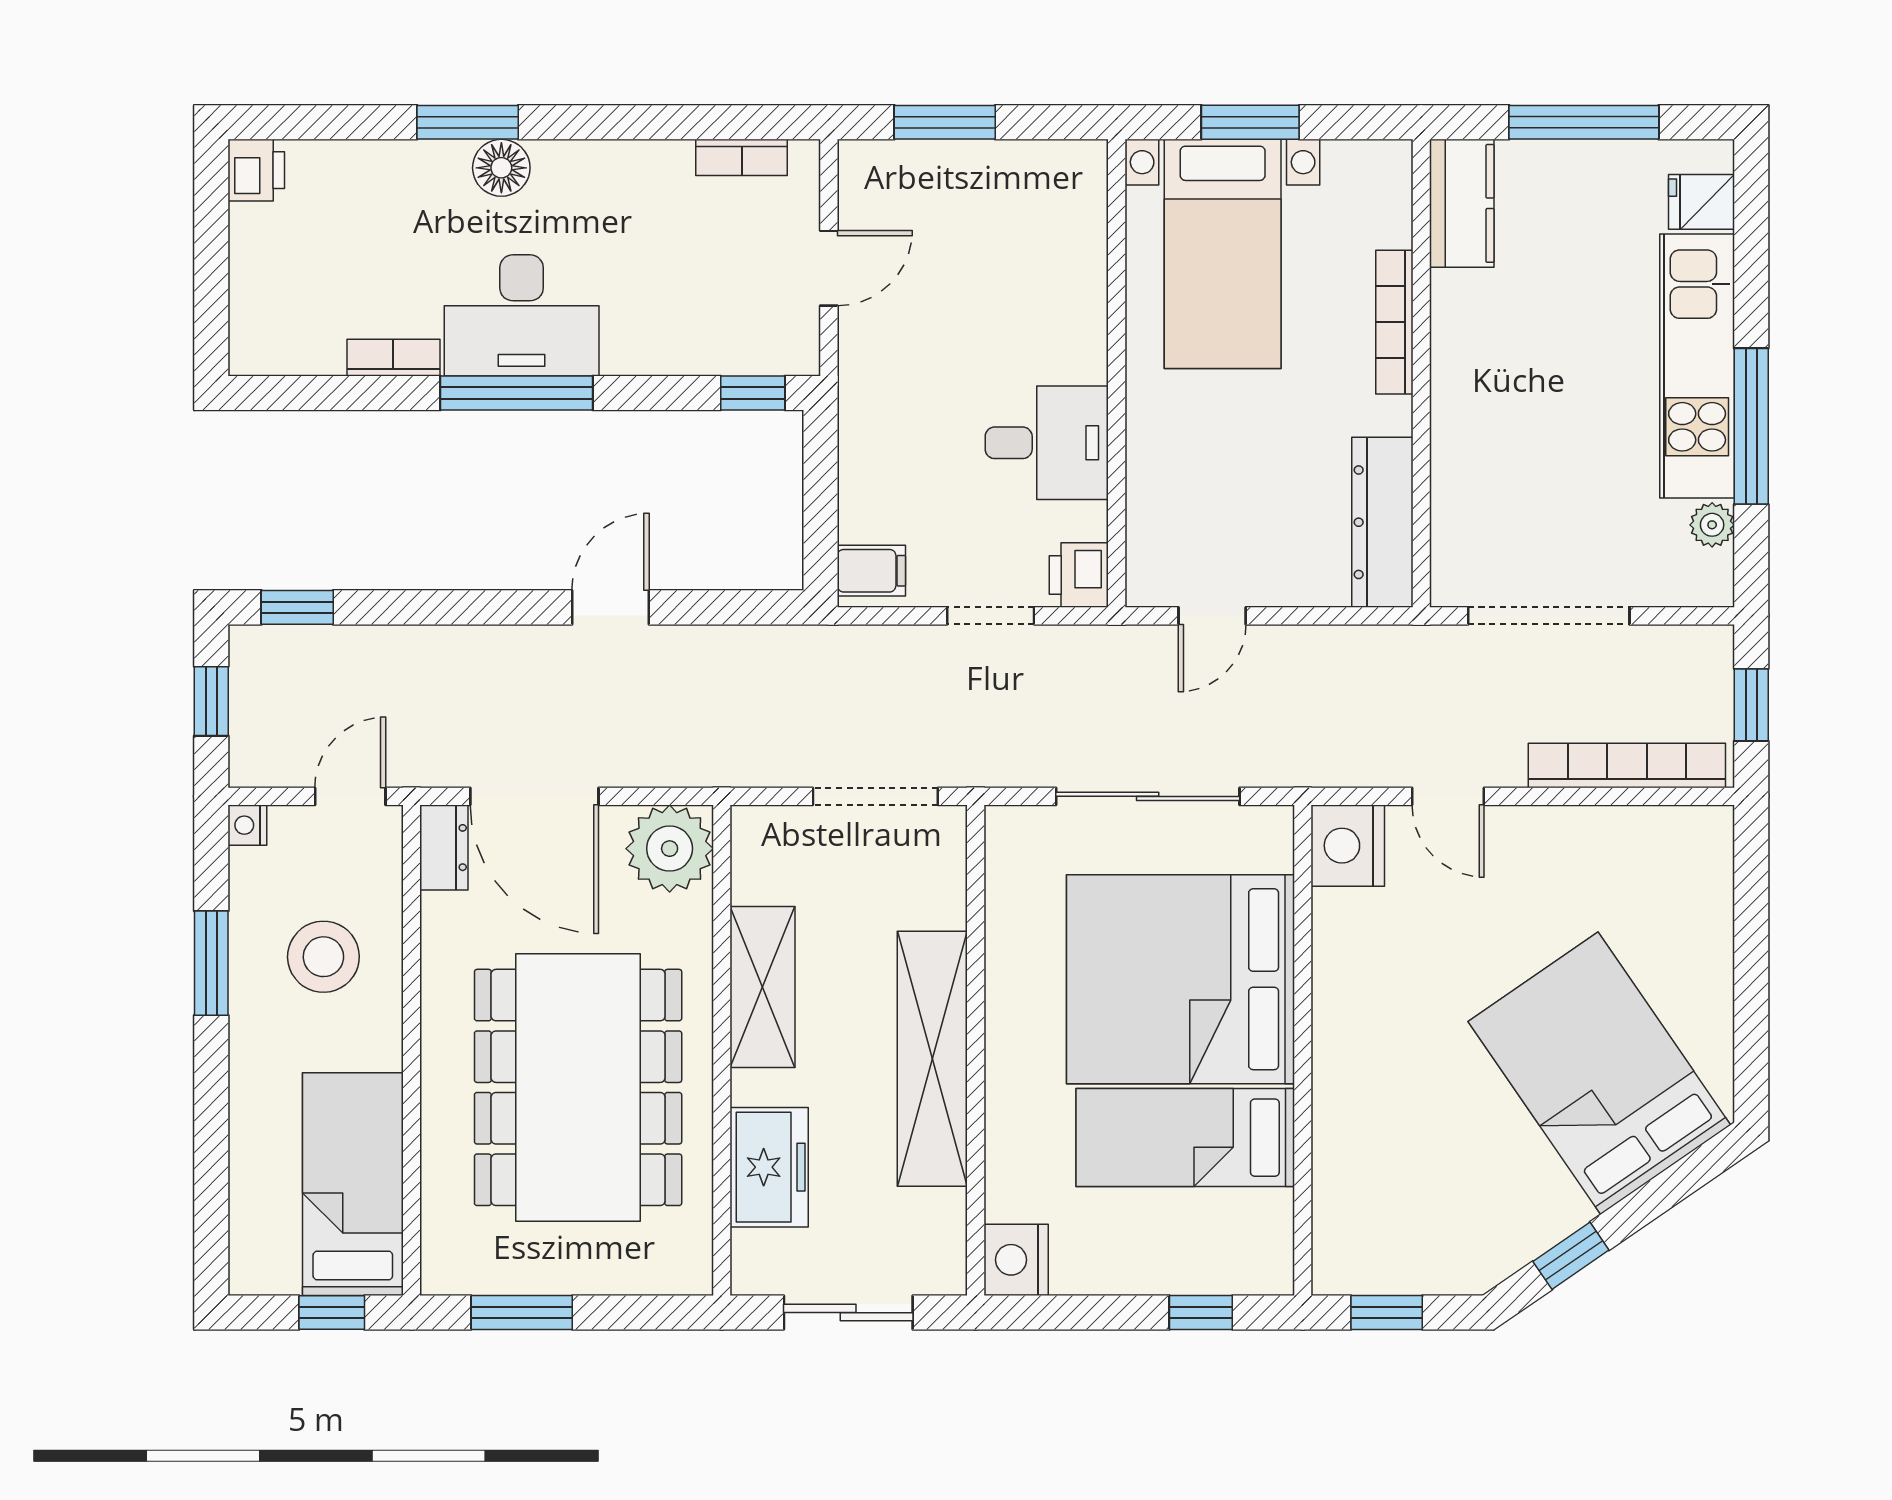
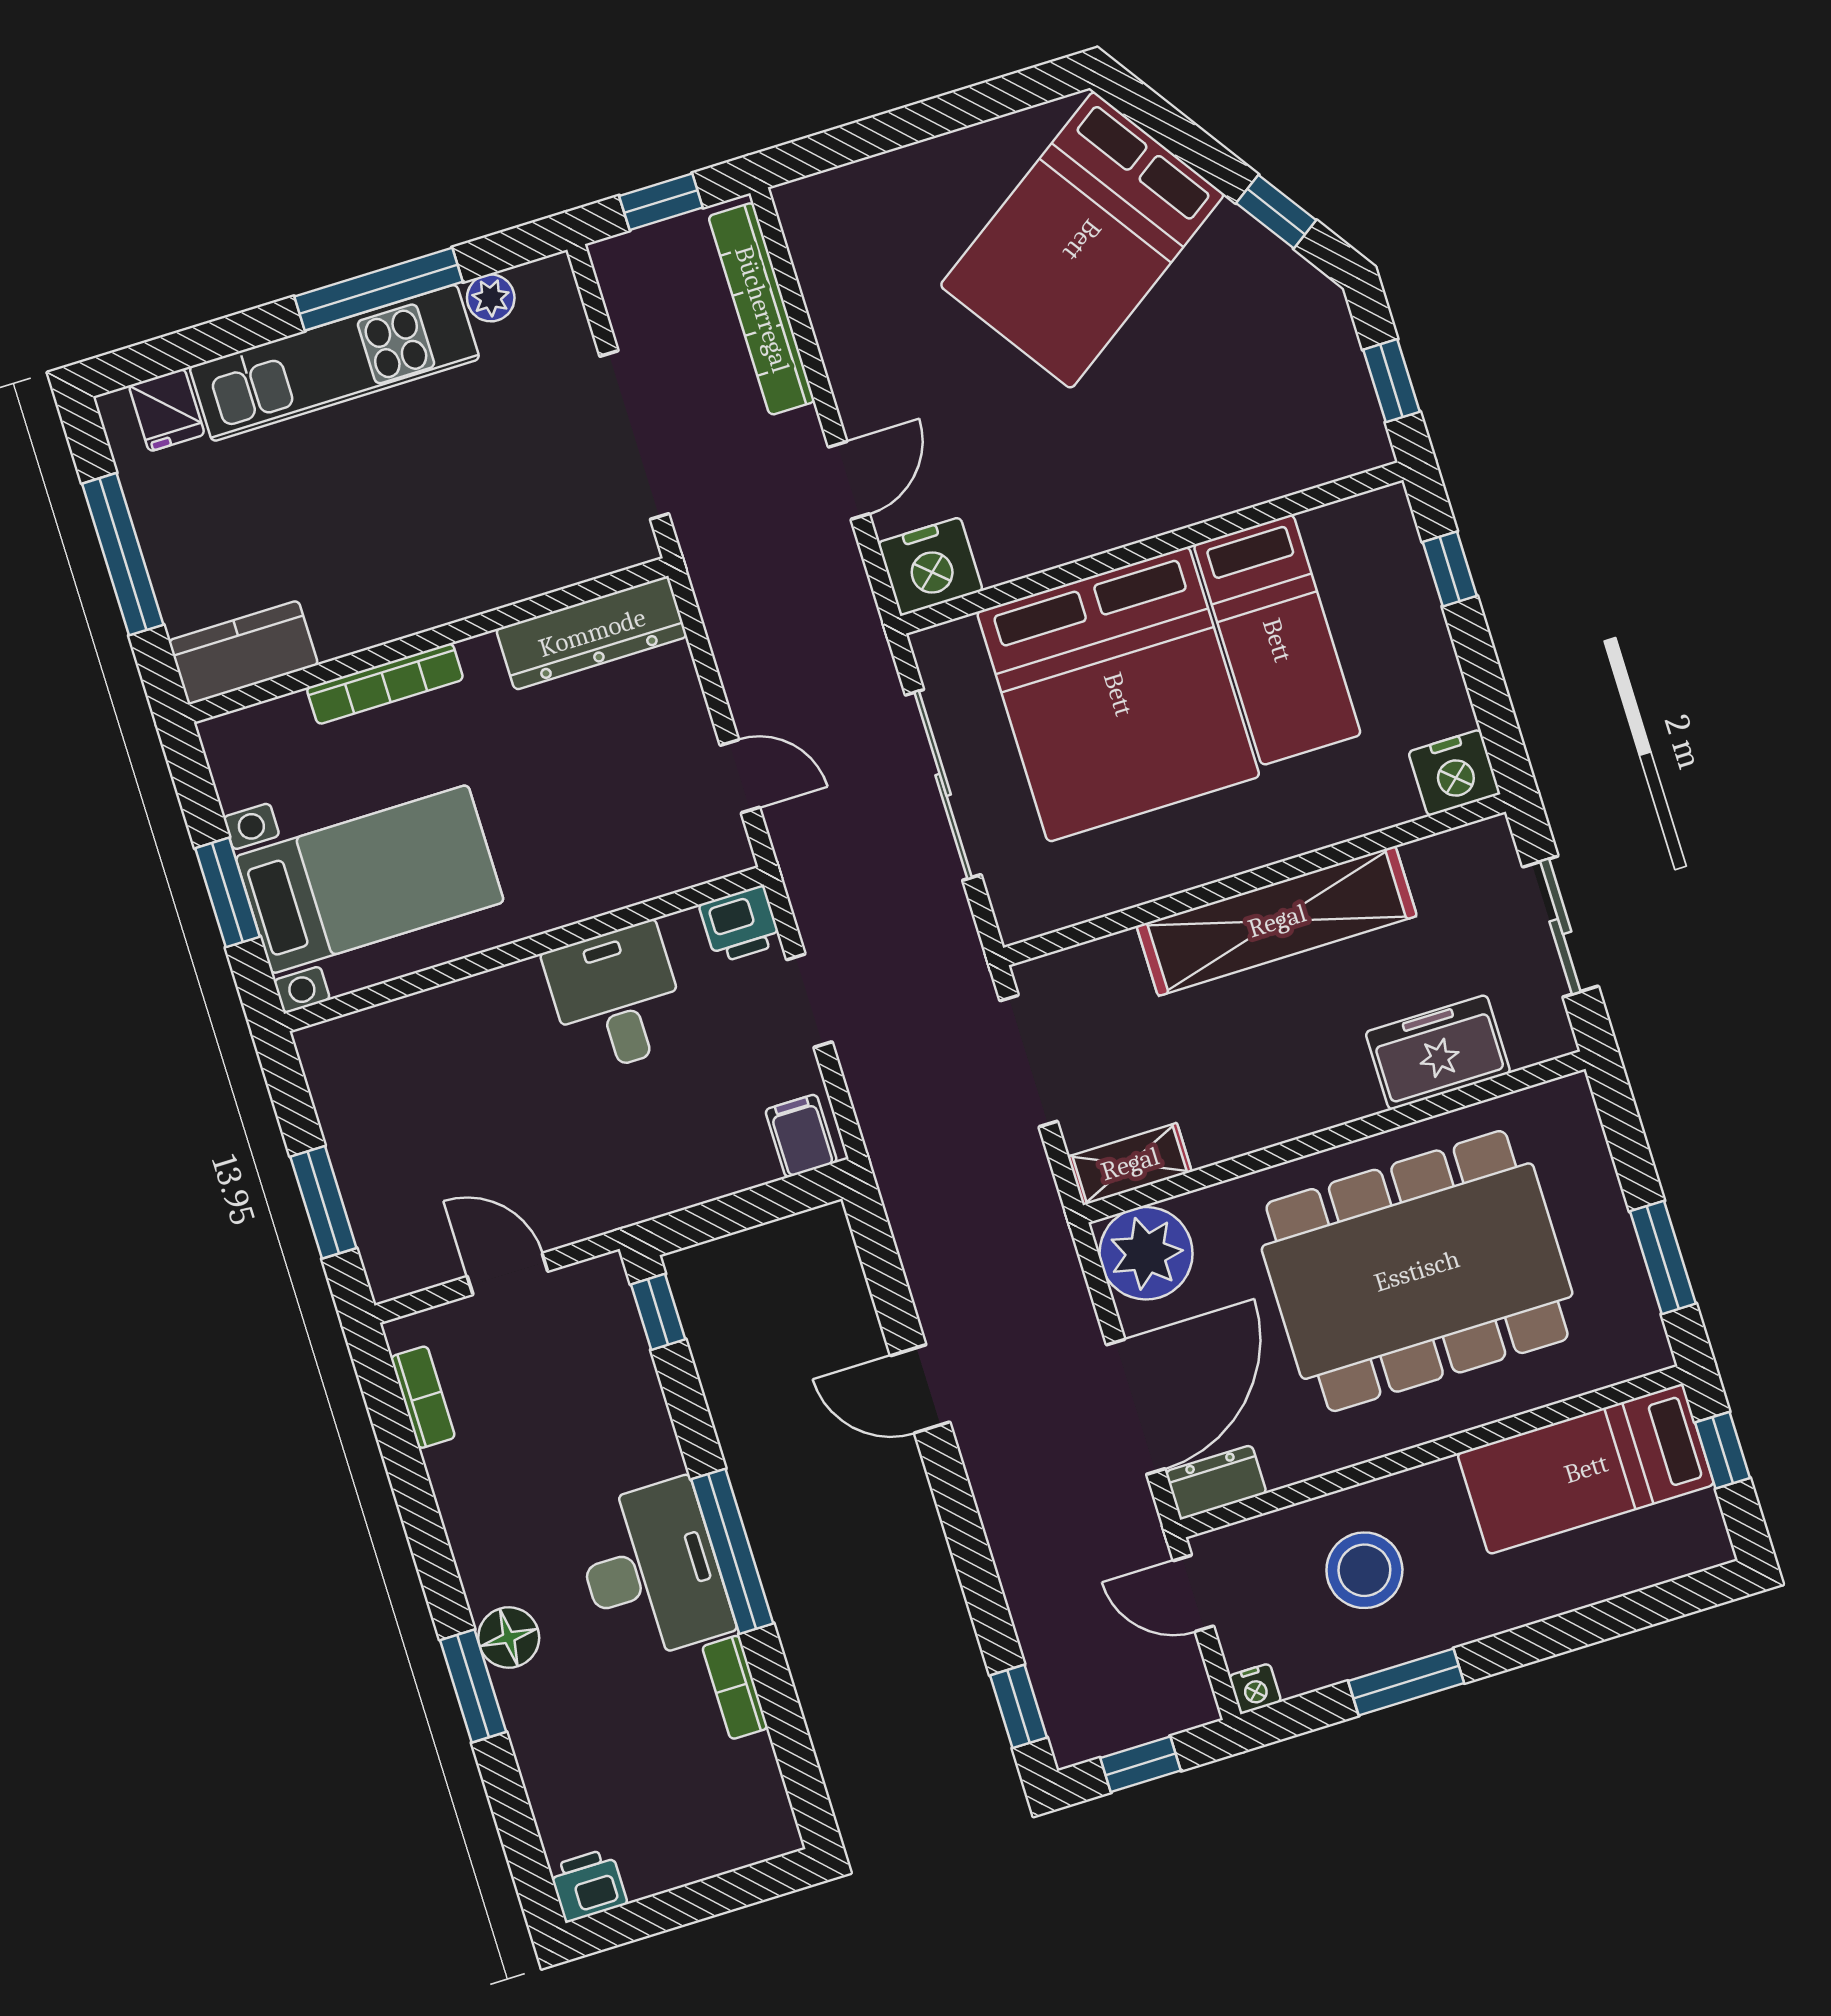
shelving: (762, 987) -> (1130, 1164), moved, width x0.67, depth x0.75

